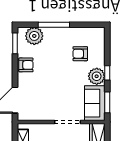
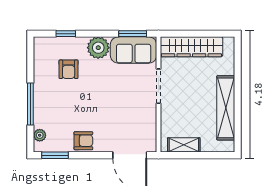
plant: (34, 36) -> (40, 135), width x0.53, depth x0.53
armchair: (26, 65) -> (83, 141), turned 90
window: (107, 73) -> (66, 34), moved

